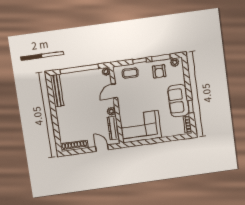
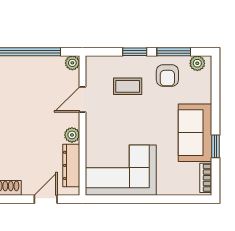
coffee table: (130, 73) -> (128, 86), moved
door: (102, 148) -> (46, 199), hinge flipped

